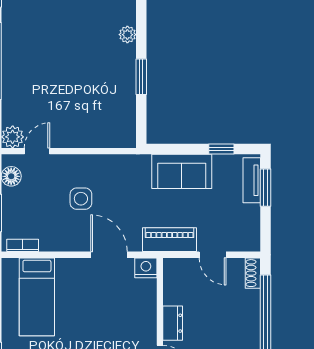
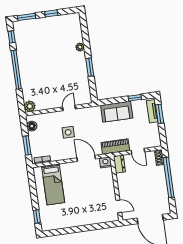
door: (37, 151) -> (69, 108), moved
dresser: (173, 323) -> (119, 164), moved

